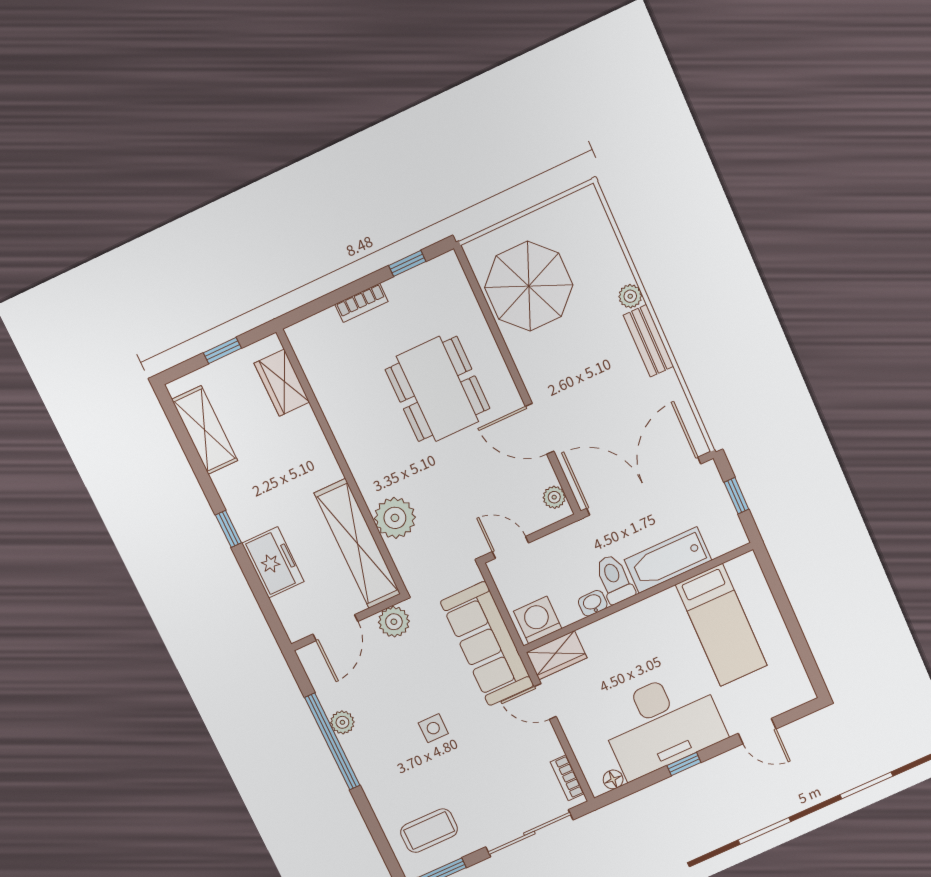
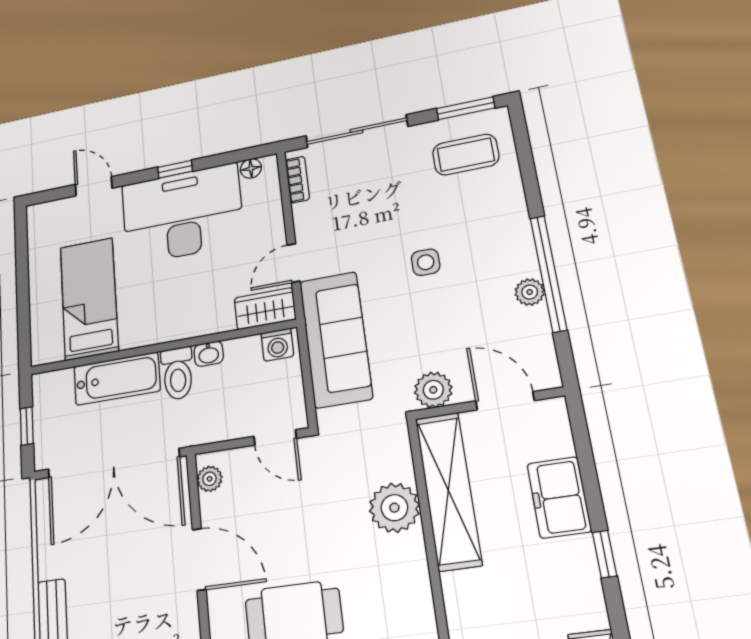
washing machine: (538, 620) -> (277, 345), width x0.73, depth x0.73
door: (335, 628) -> (505, 401), hinge flipped
door: (545, 702) -> (294, 263), swing flipped

